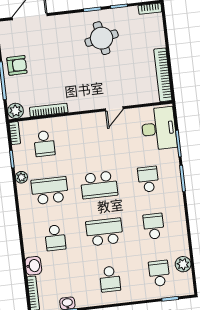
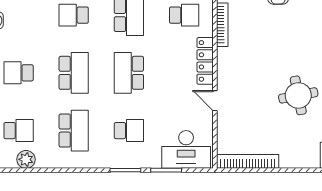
locker: (81, 121) -> (205, 61), added
school desk: (44, 143) -> (184, 15), turned 180
school desk: (154, 226) -> (74, 131), width x1.85

